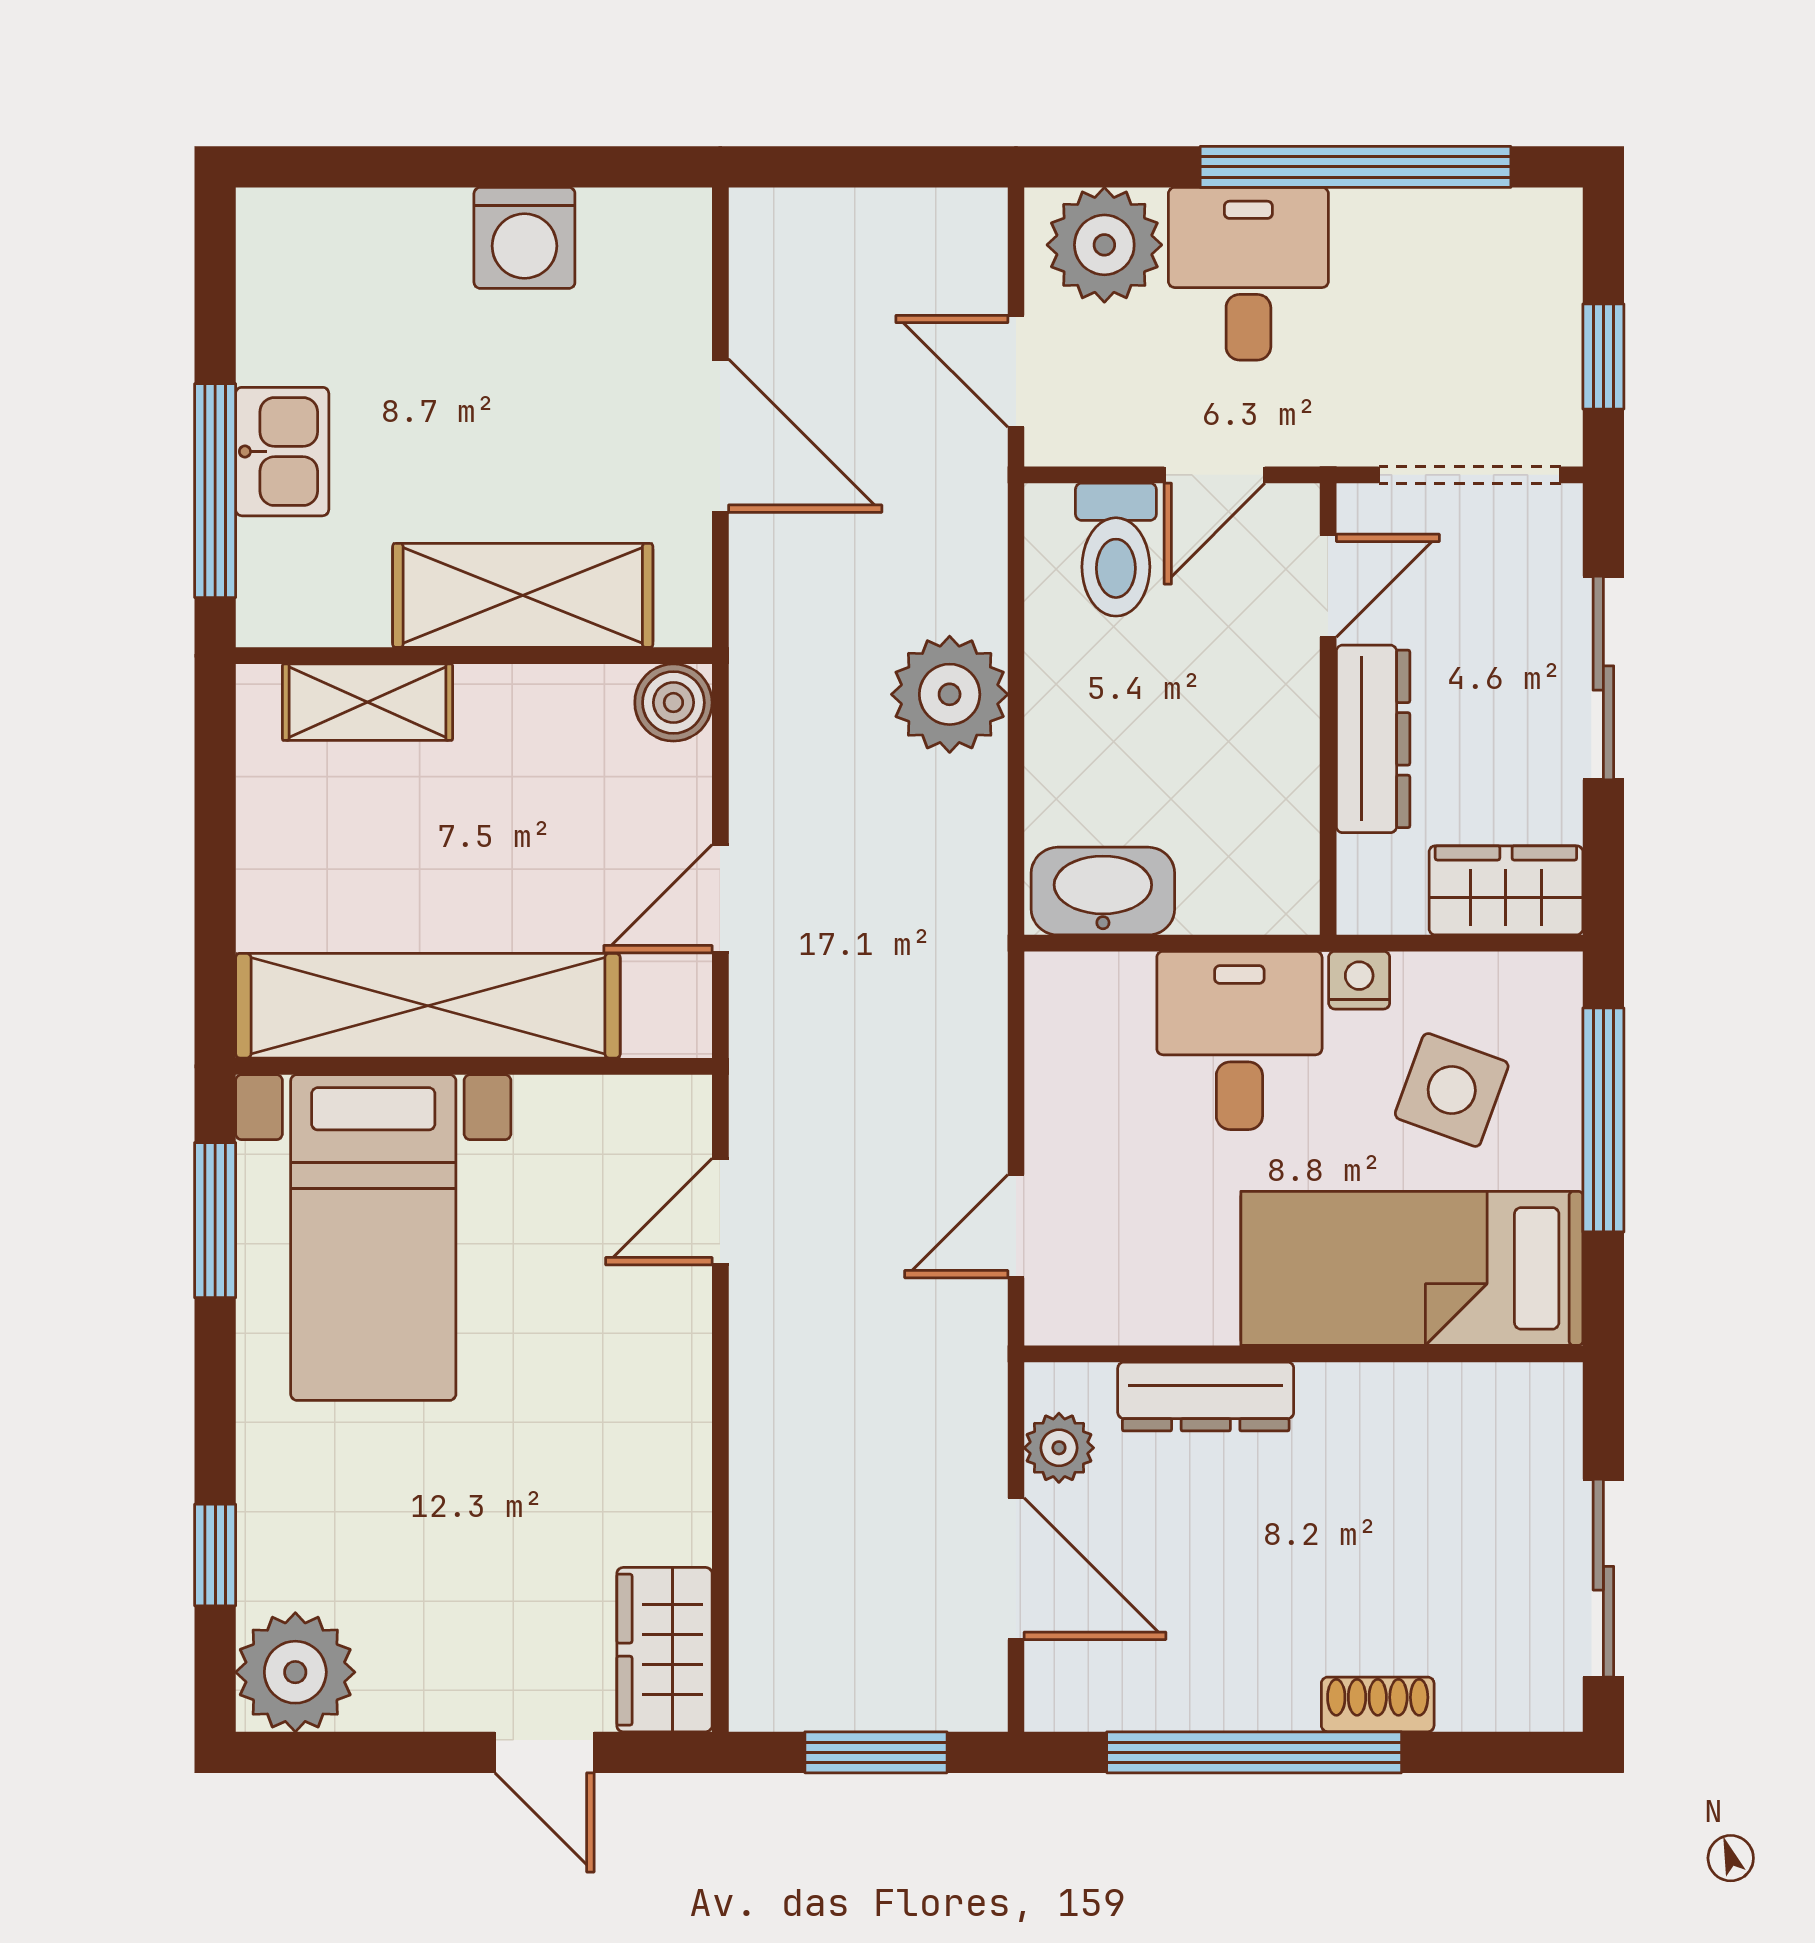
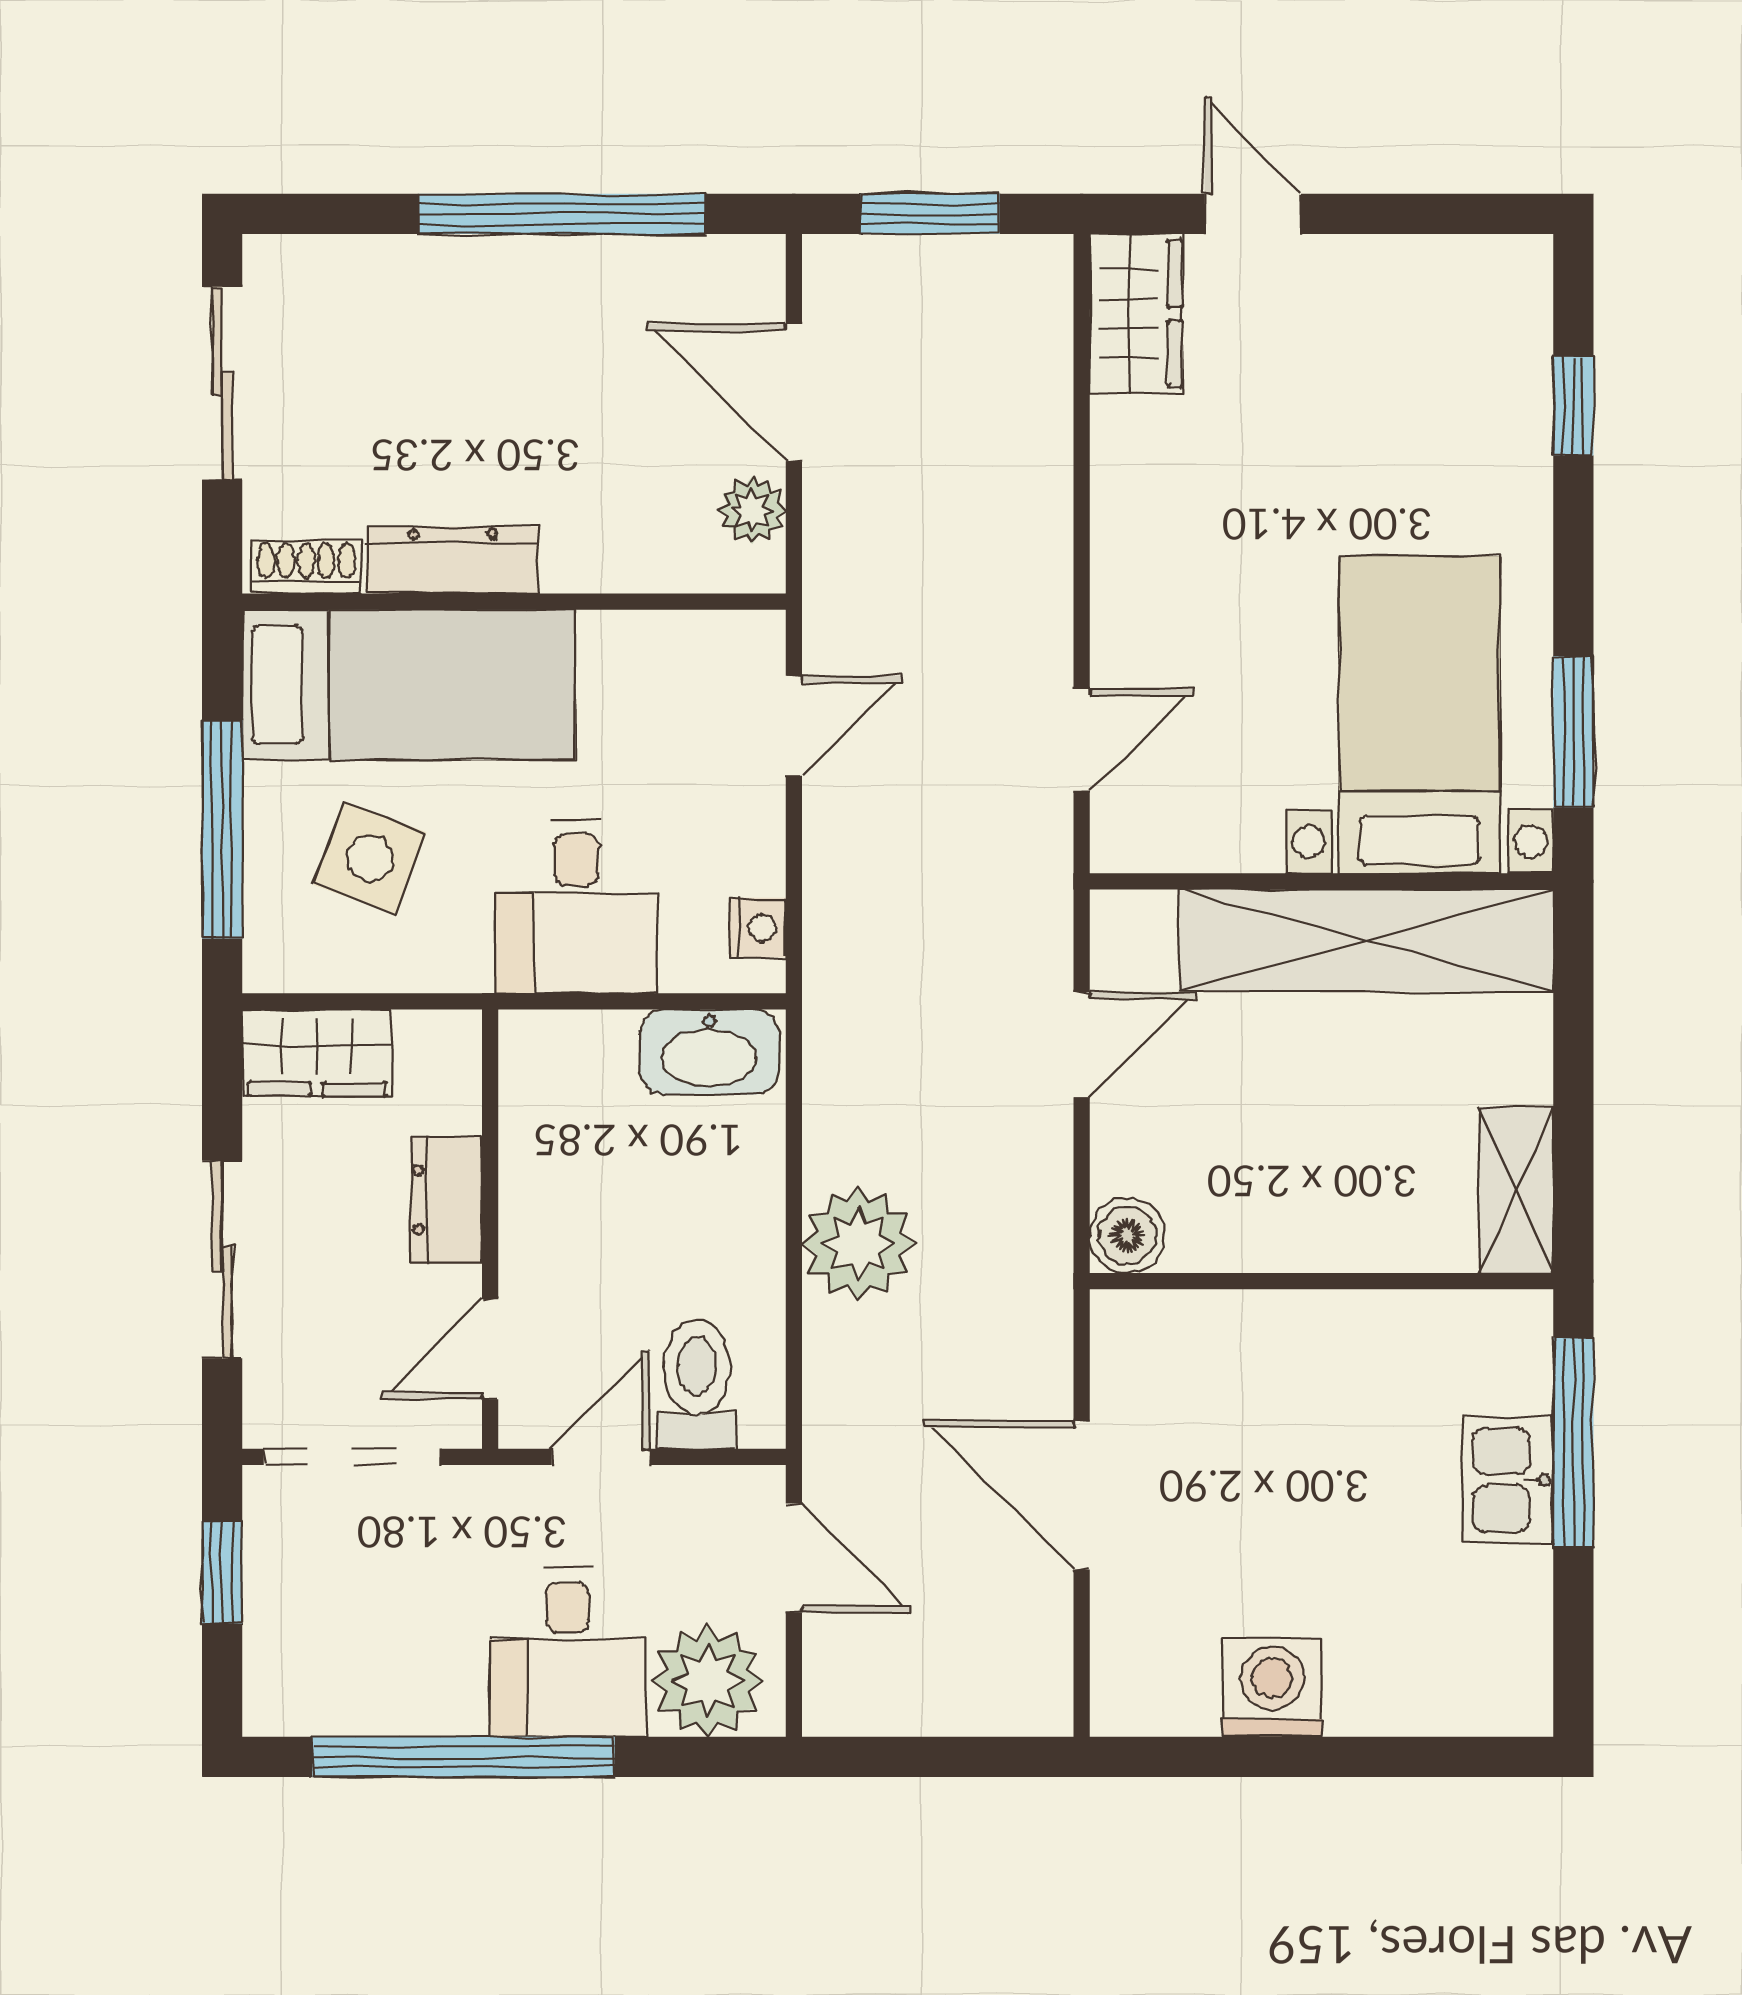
shelving: (523, 595) -> (1274, 1340), removed
shelving: (367, 702) -> (1516, 1190), moved, turned 90
dresser: (1373, 739) -> (446, 1200), width x0.70
nightstand: (1359, 980) -> (758, 928), moved, turned -90
dresser: (1206, 1397) -> (453, 560), moved
plant: (295, 1672) -> (1495, 292), removed
shoe rack: (1378, 1704) -> (306, 567), moved, turned 180

